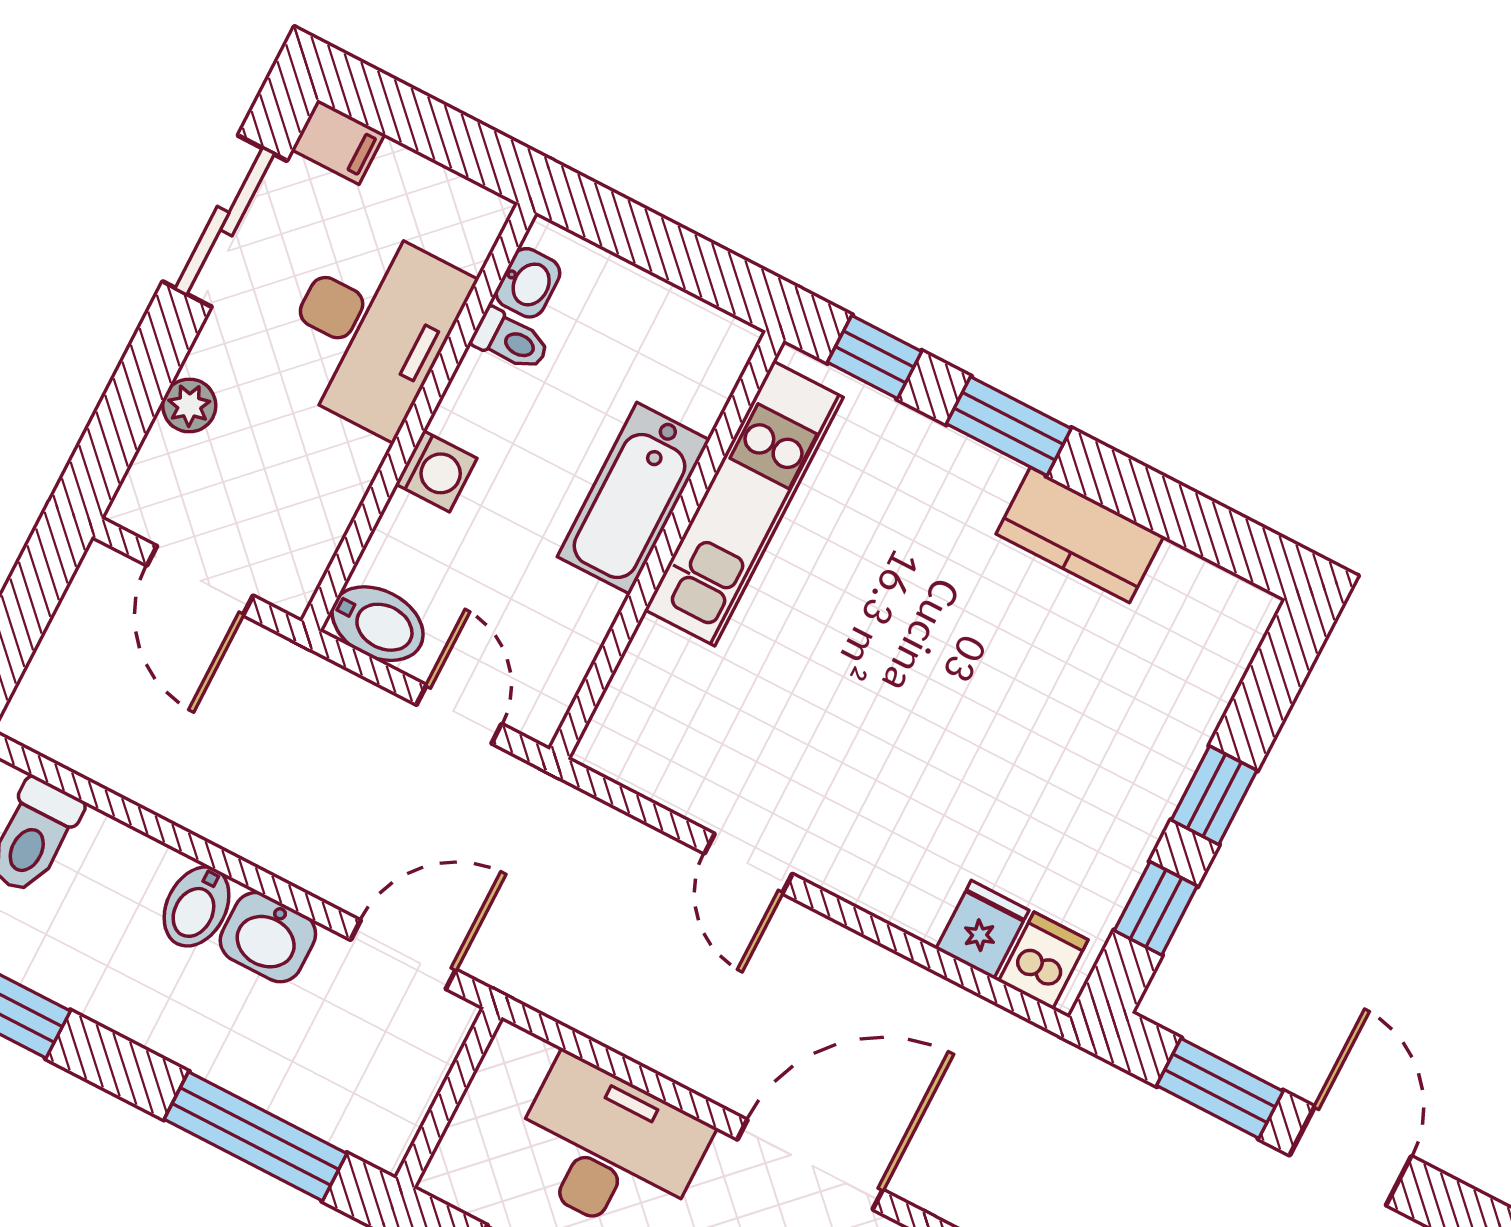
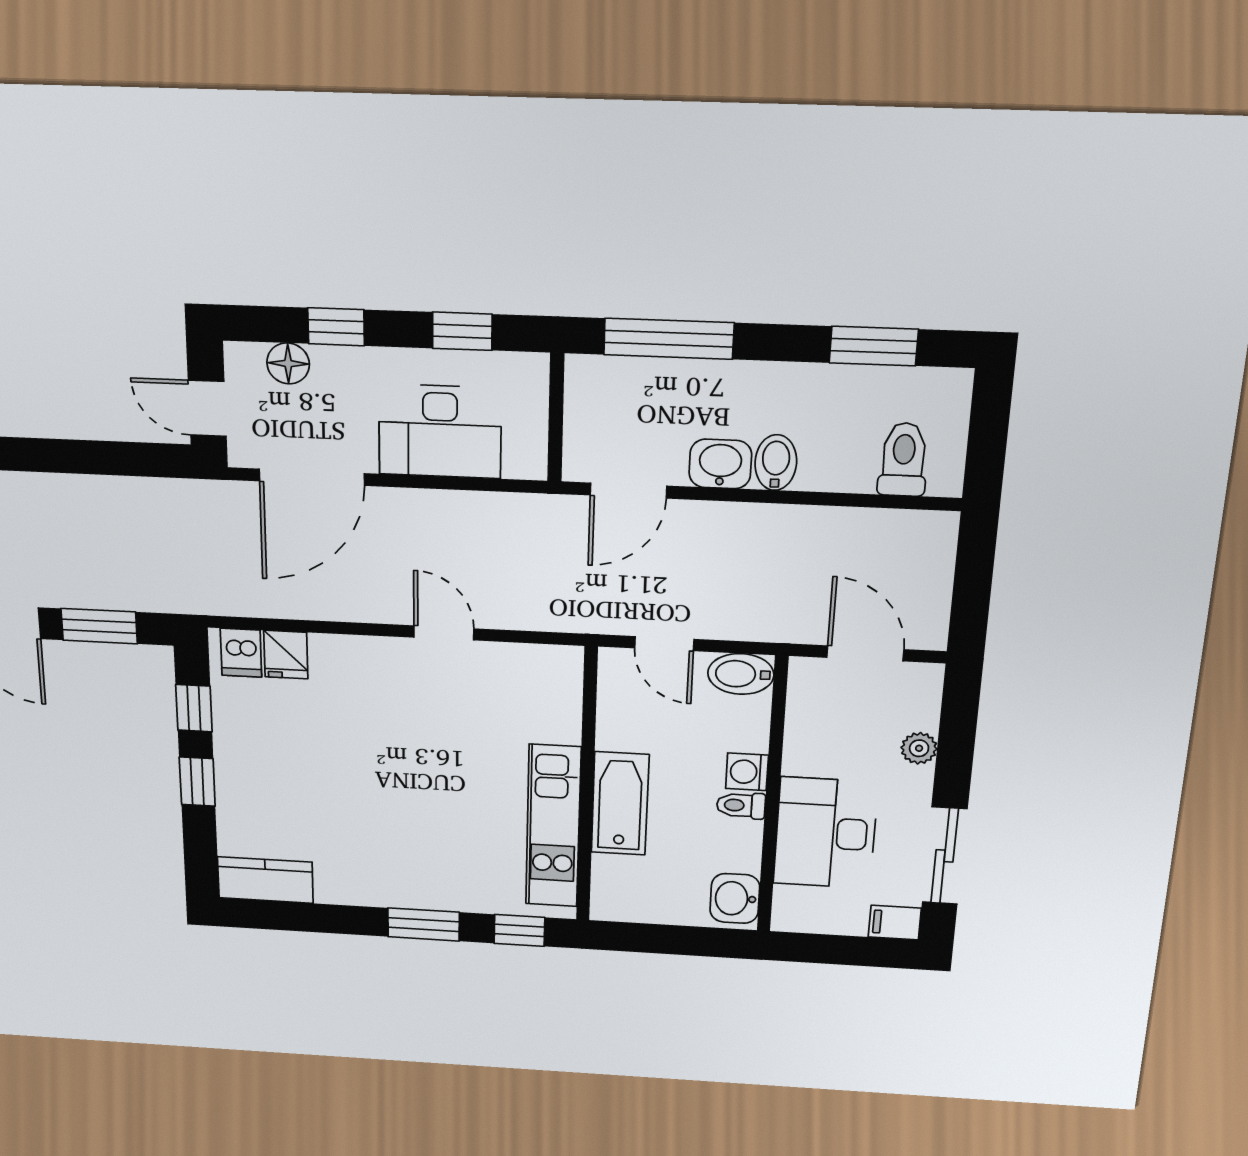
washbasin: (528, 283) -> (735, 898), width x1.38, depth x1.45
toilet: (510, 340) -> (741, 805), moved
kitchen counter: (1080, 535) -> (265, 880), moved

